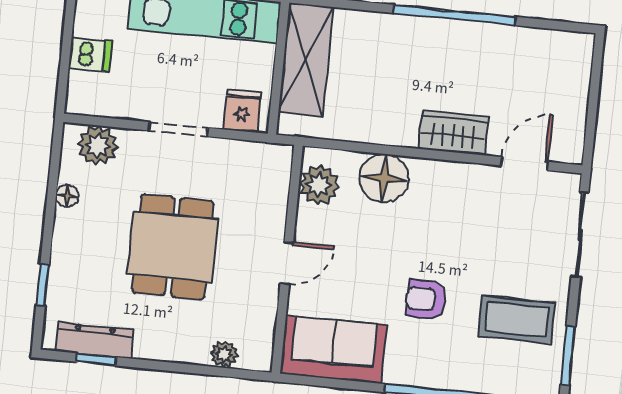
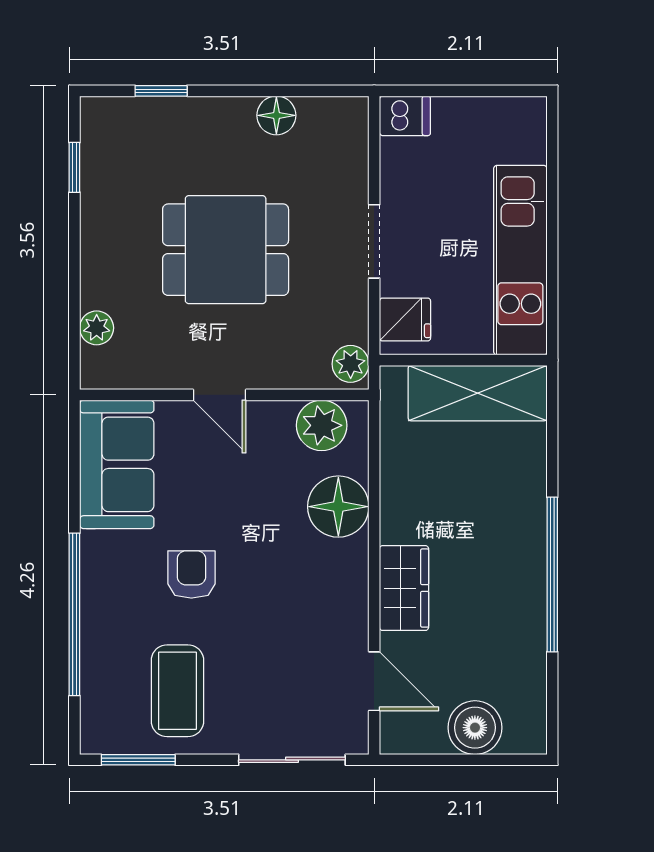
dishwasher: (90, 55) -> (405, 116), moved, turned -90
boiler: (569, 88) -> (475, 728), added
plant: (98, 145) -> (351, 364), moved, width x0.73, depth x0.73
floor lamp: (67, 196) -> (276, 115), width x1.37, depth x1.37
dresser: (94, 340) -> (98, 163), removed

